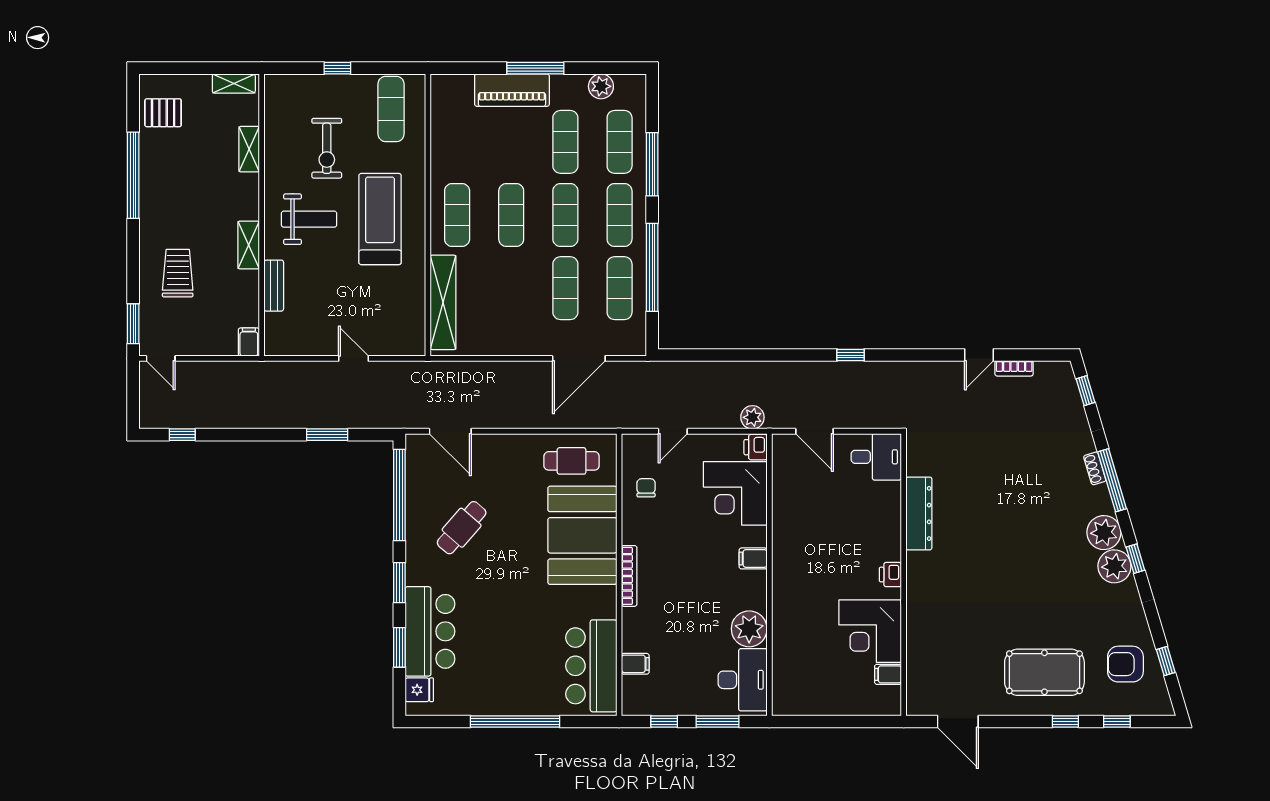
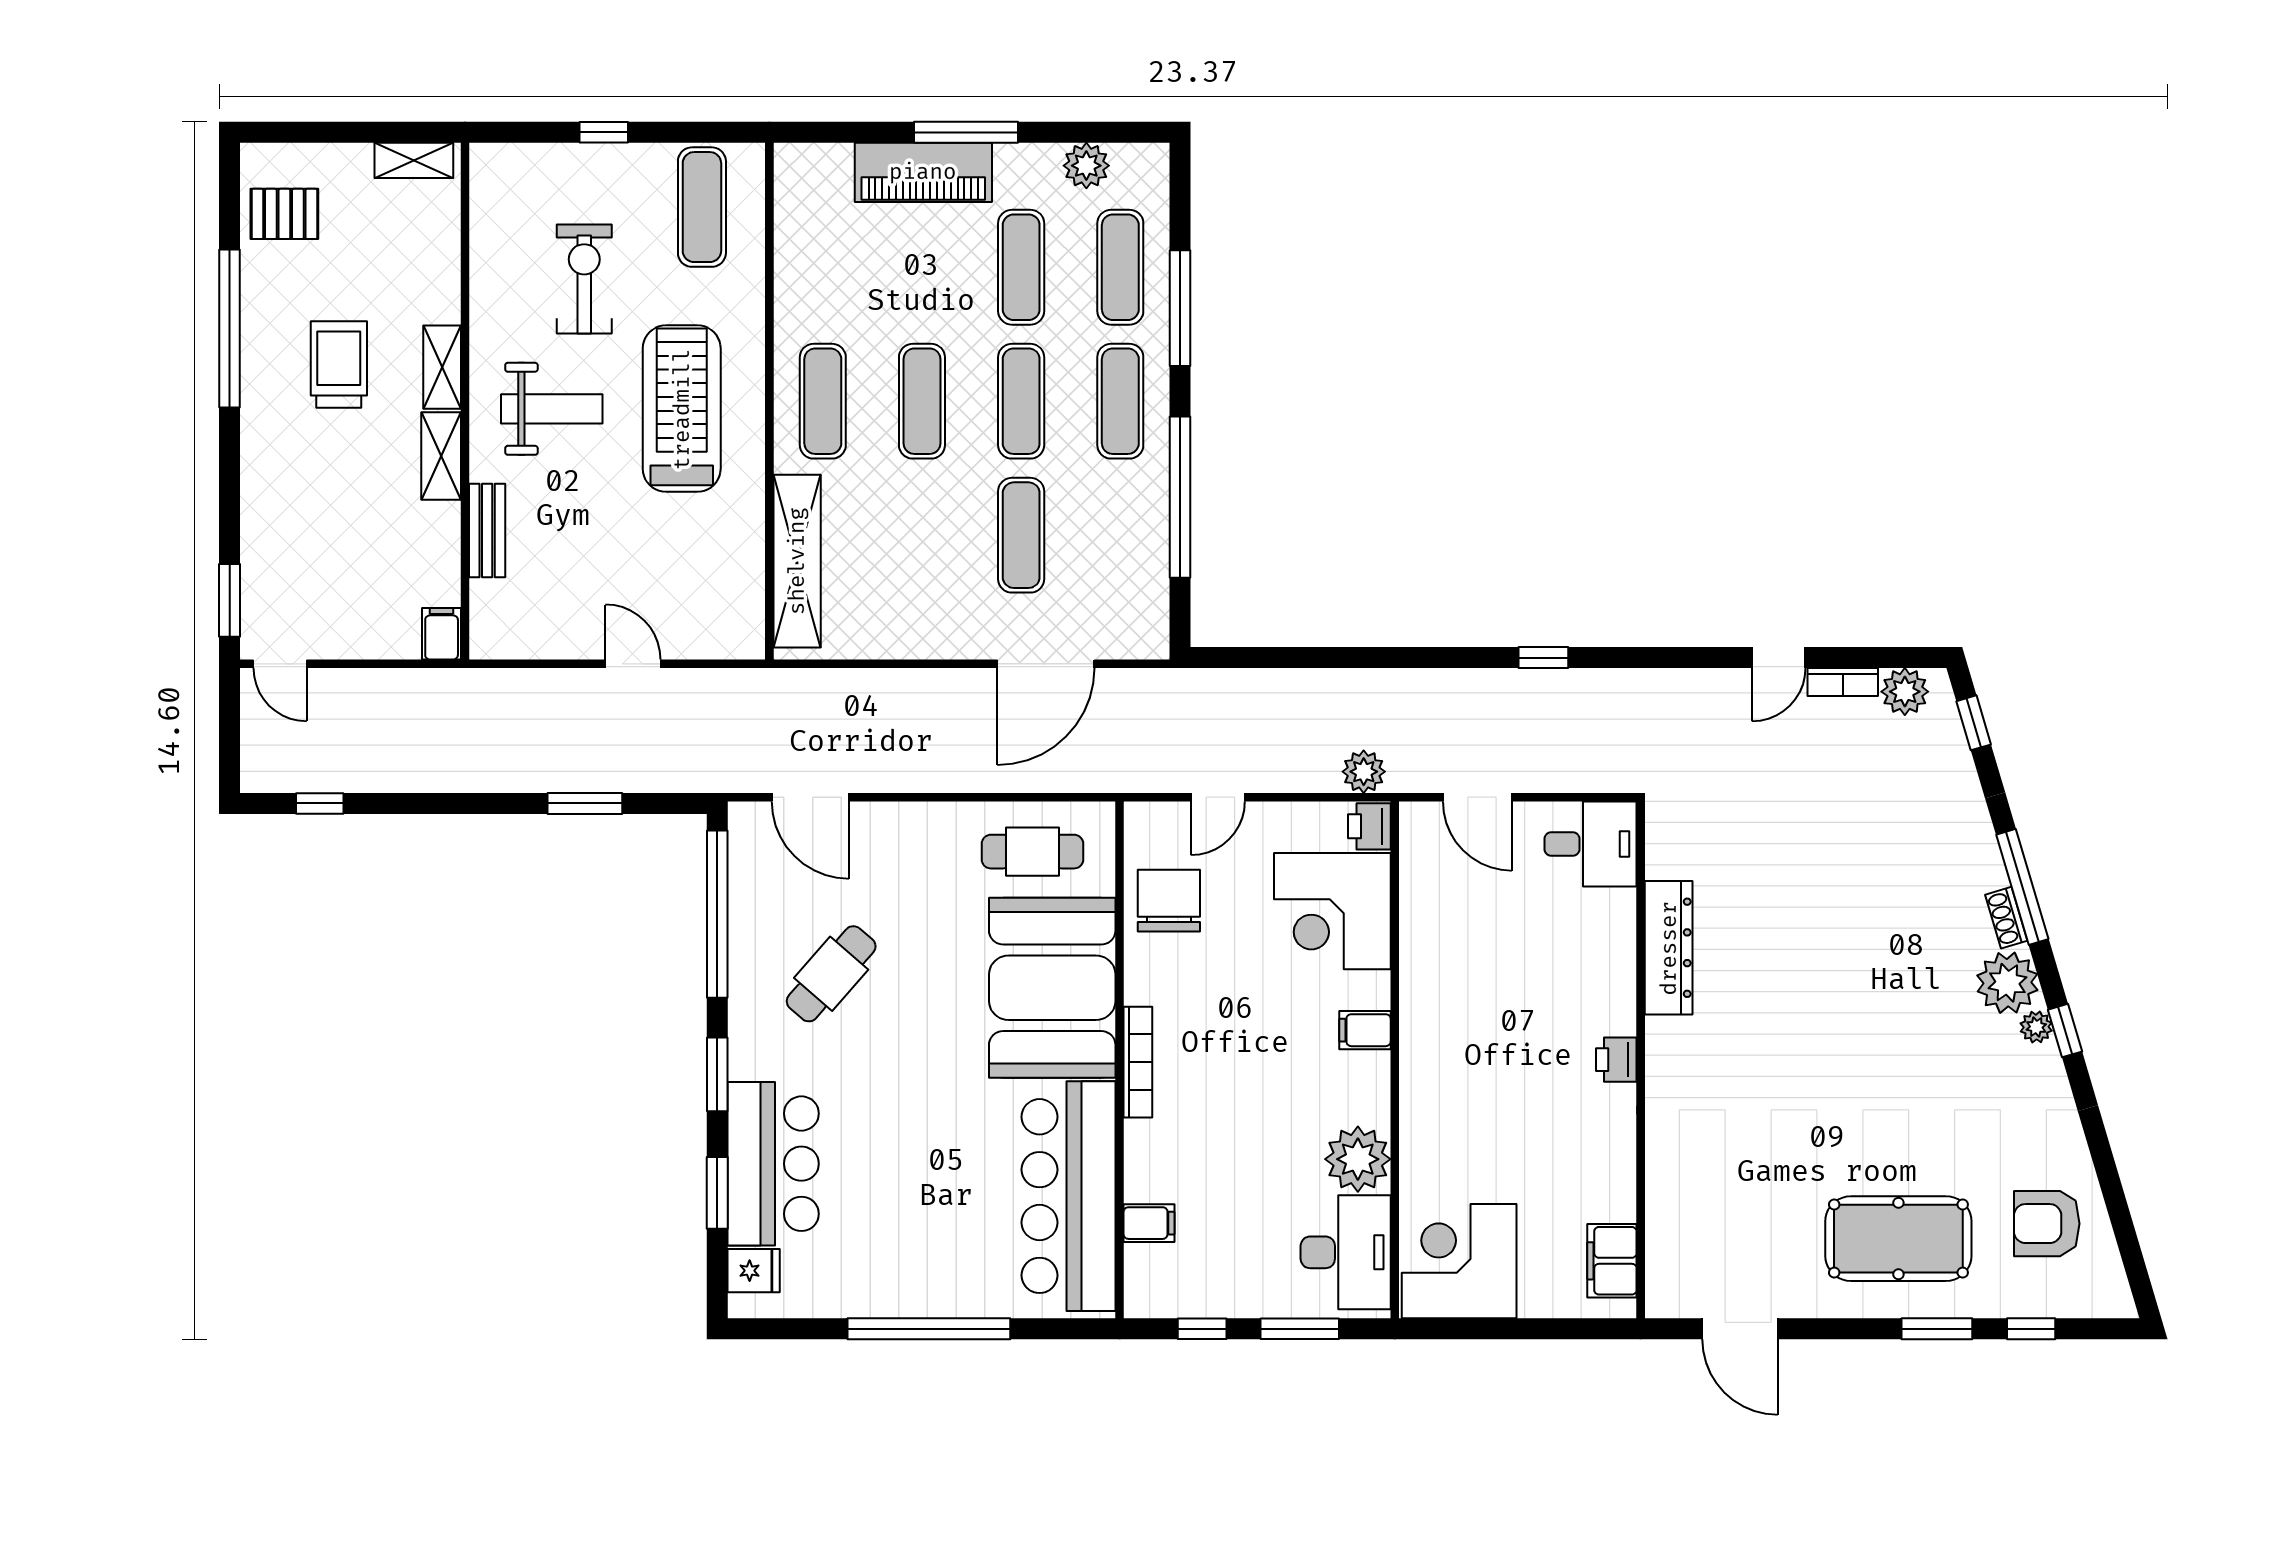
exercise bike: (327, 148) -> (584, 279), turned 180
shelving: (249, 149) -> (442, 367), moved
trolley: (178, 273) -> (339, 364), moved
exercise mat: (620, 288) -> (1120, 535), removed
plant: (1048, 374) -> (1905, 692), added
shoe rack: (1095, 468) -> (2006, 918), moved
chair: (646, 488) -> (1169, 901), width x1.87, depth x1.87
plant: (1114, 566) -> (2036, 1027), width x0.53, depth x0.53
corner desk: (870, 631) -> (1459, 1261), moved, turned 90
window: (1166, 661) -> (2121, 1218), removed
bar counter: (591, 666) -> (1069, 1196), width x1.36
filing cabinet: (888, 674) -> (1612, 1261), width x2.00
window: (1065, 722) -> (1937, 1329), width x1.50

